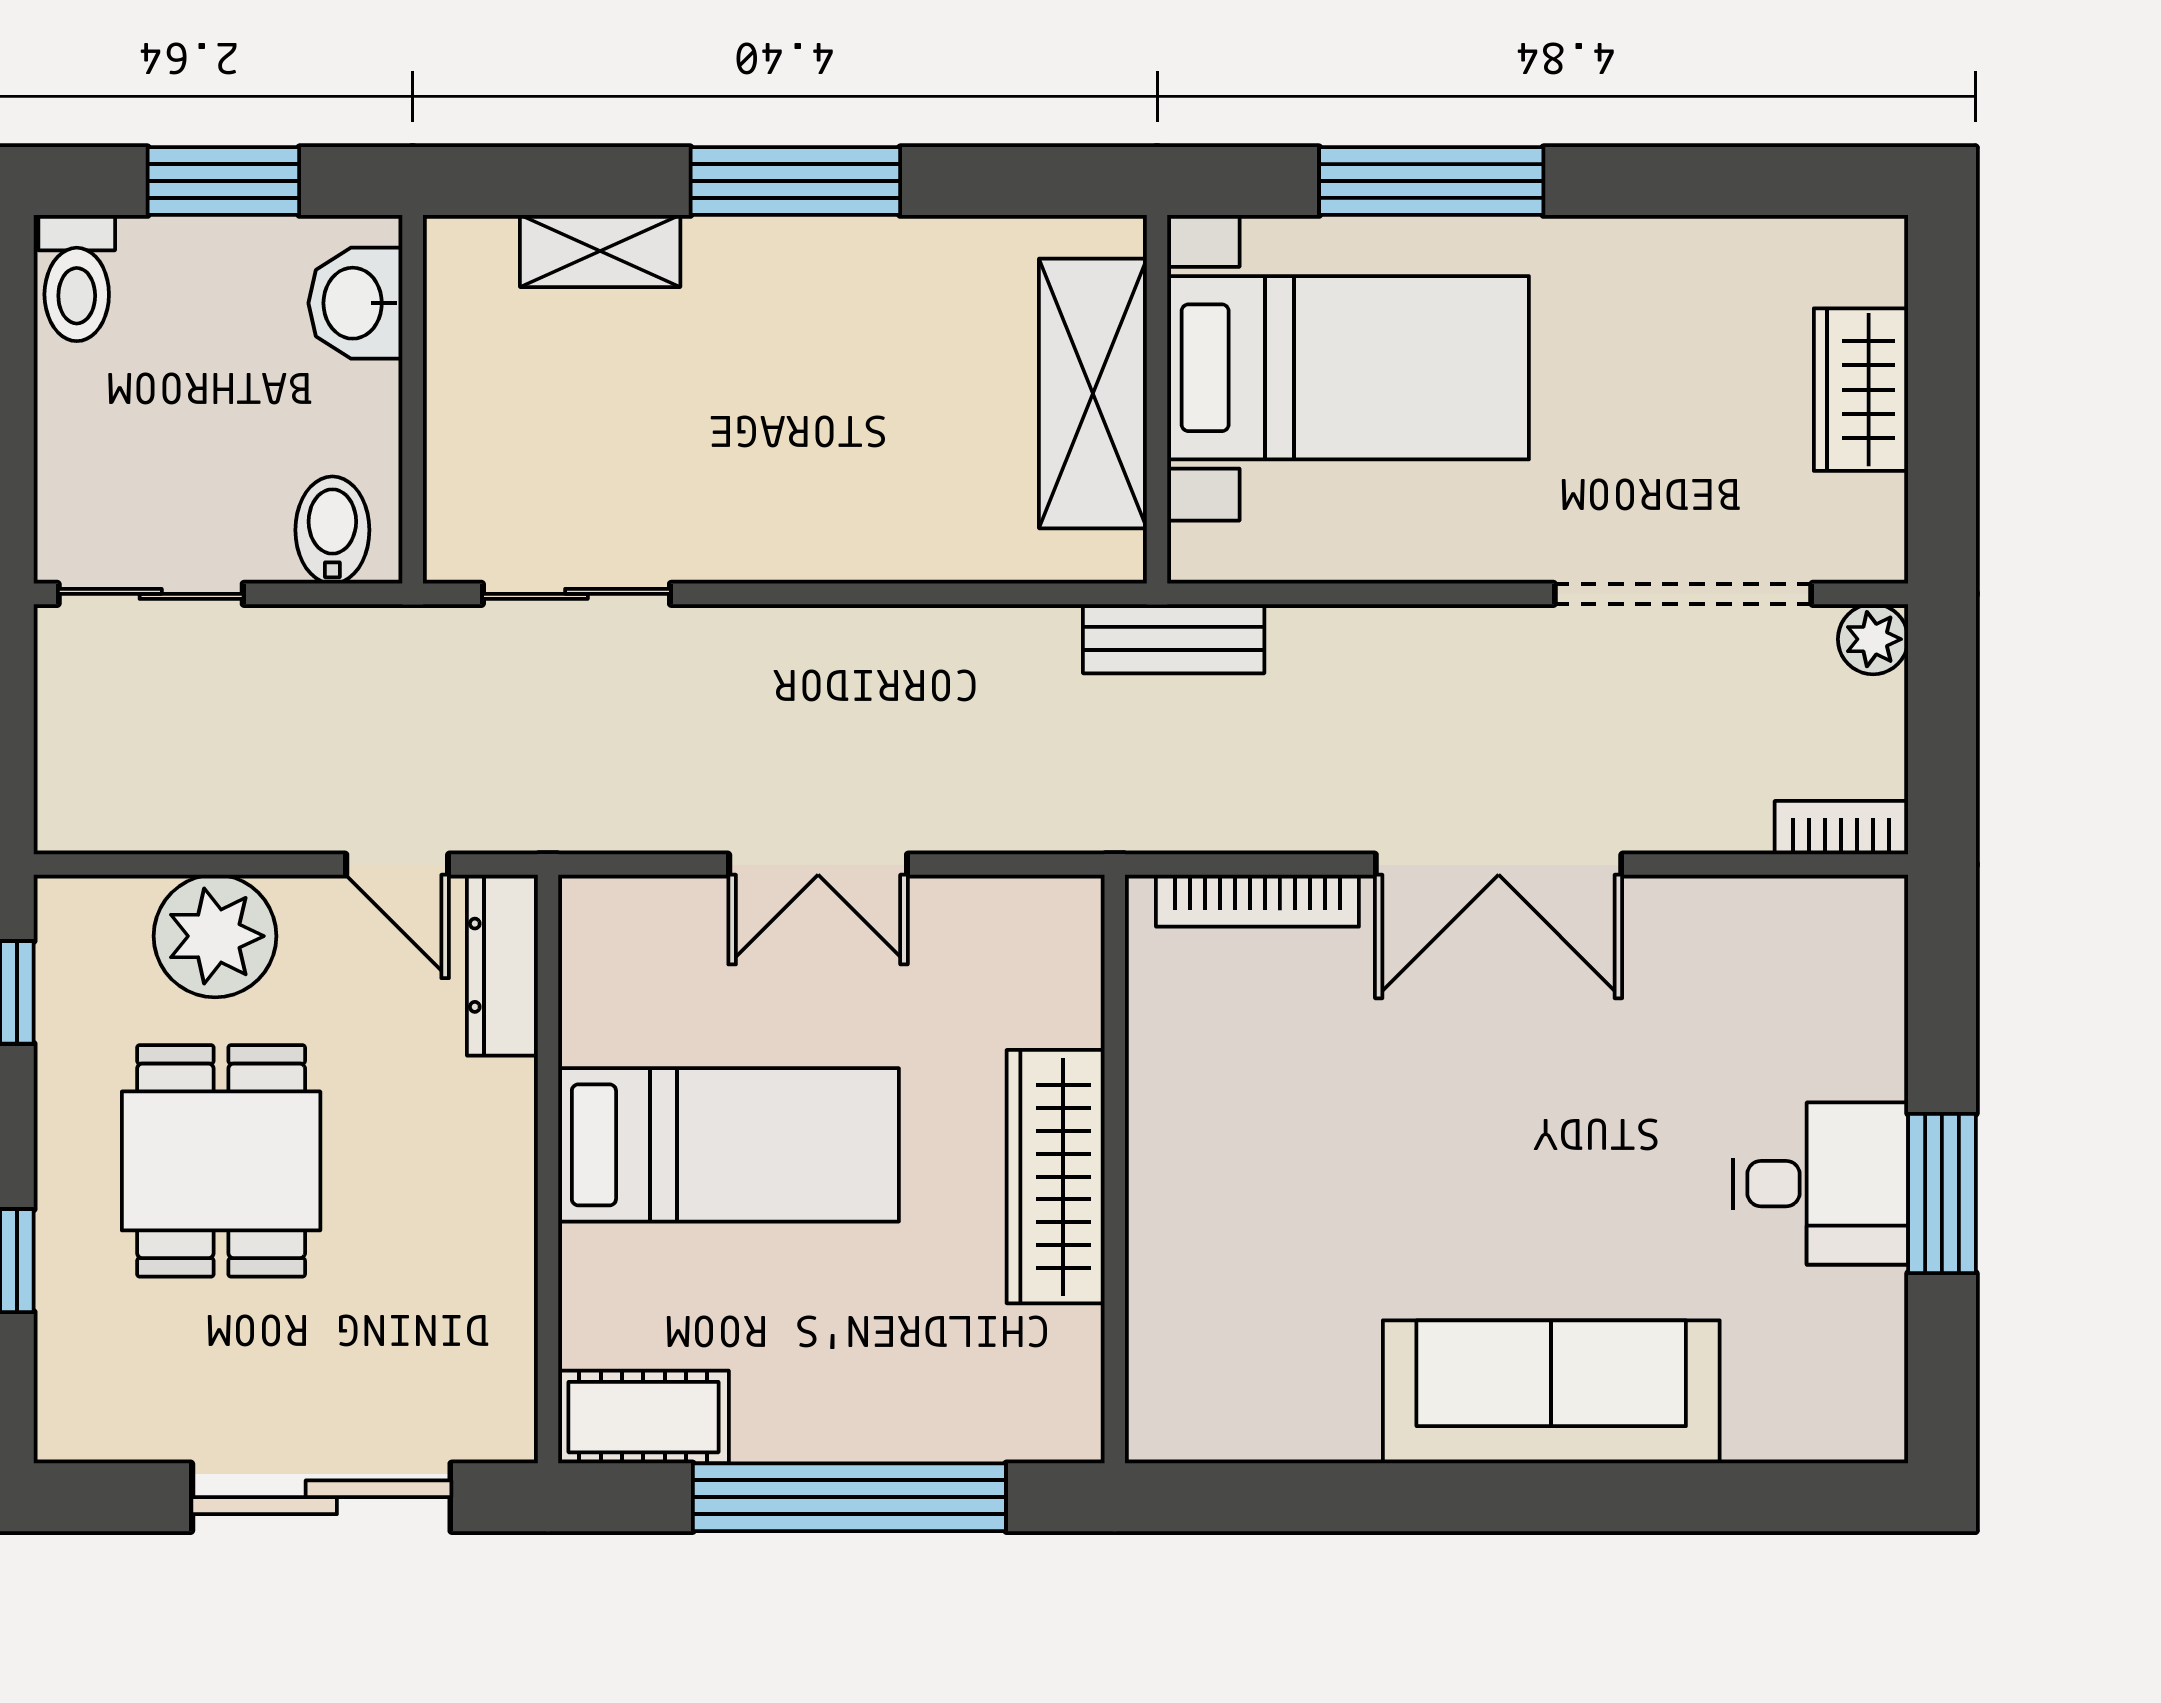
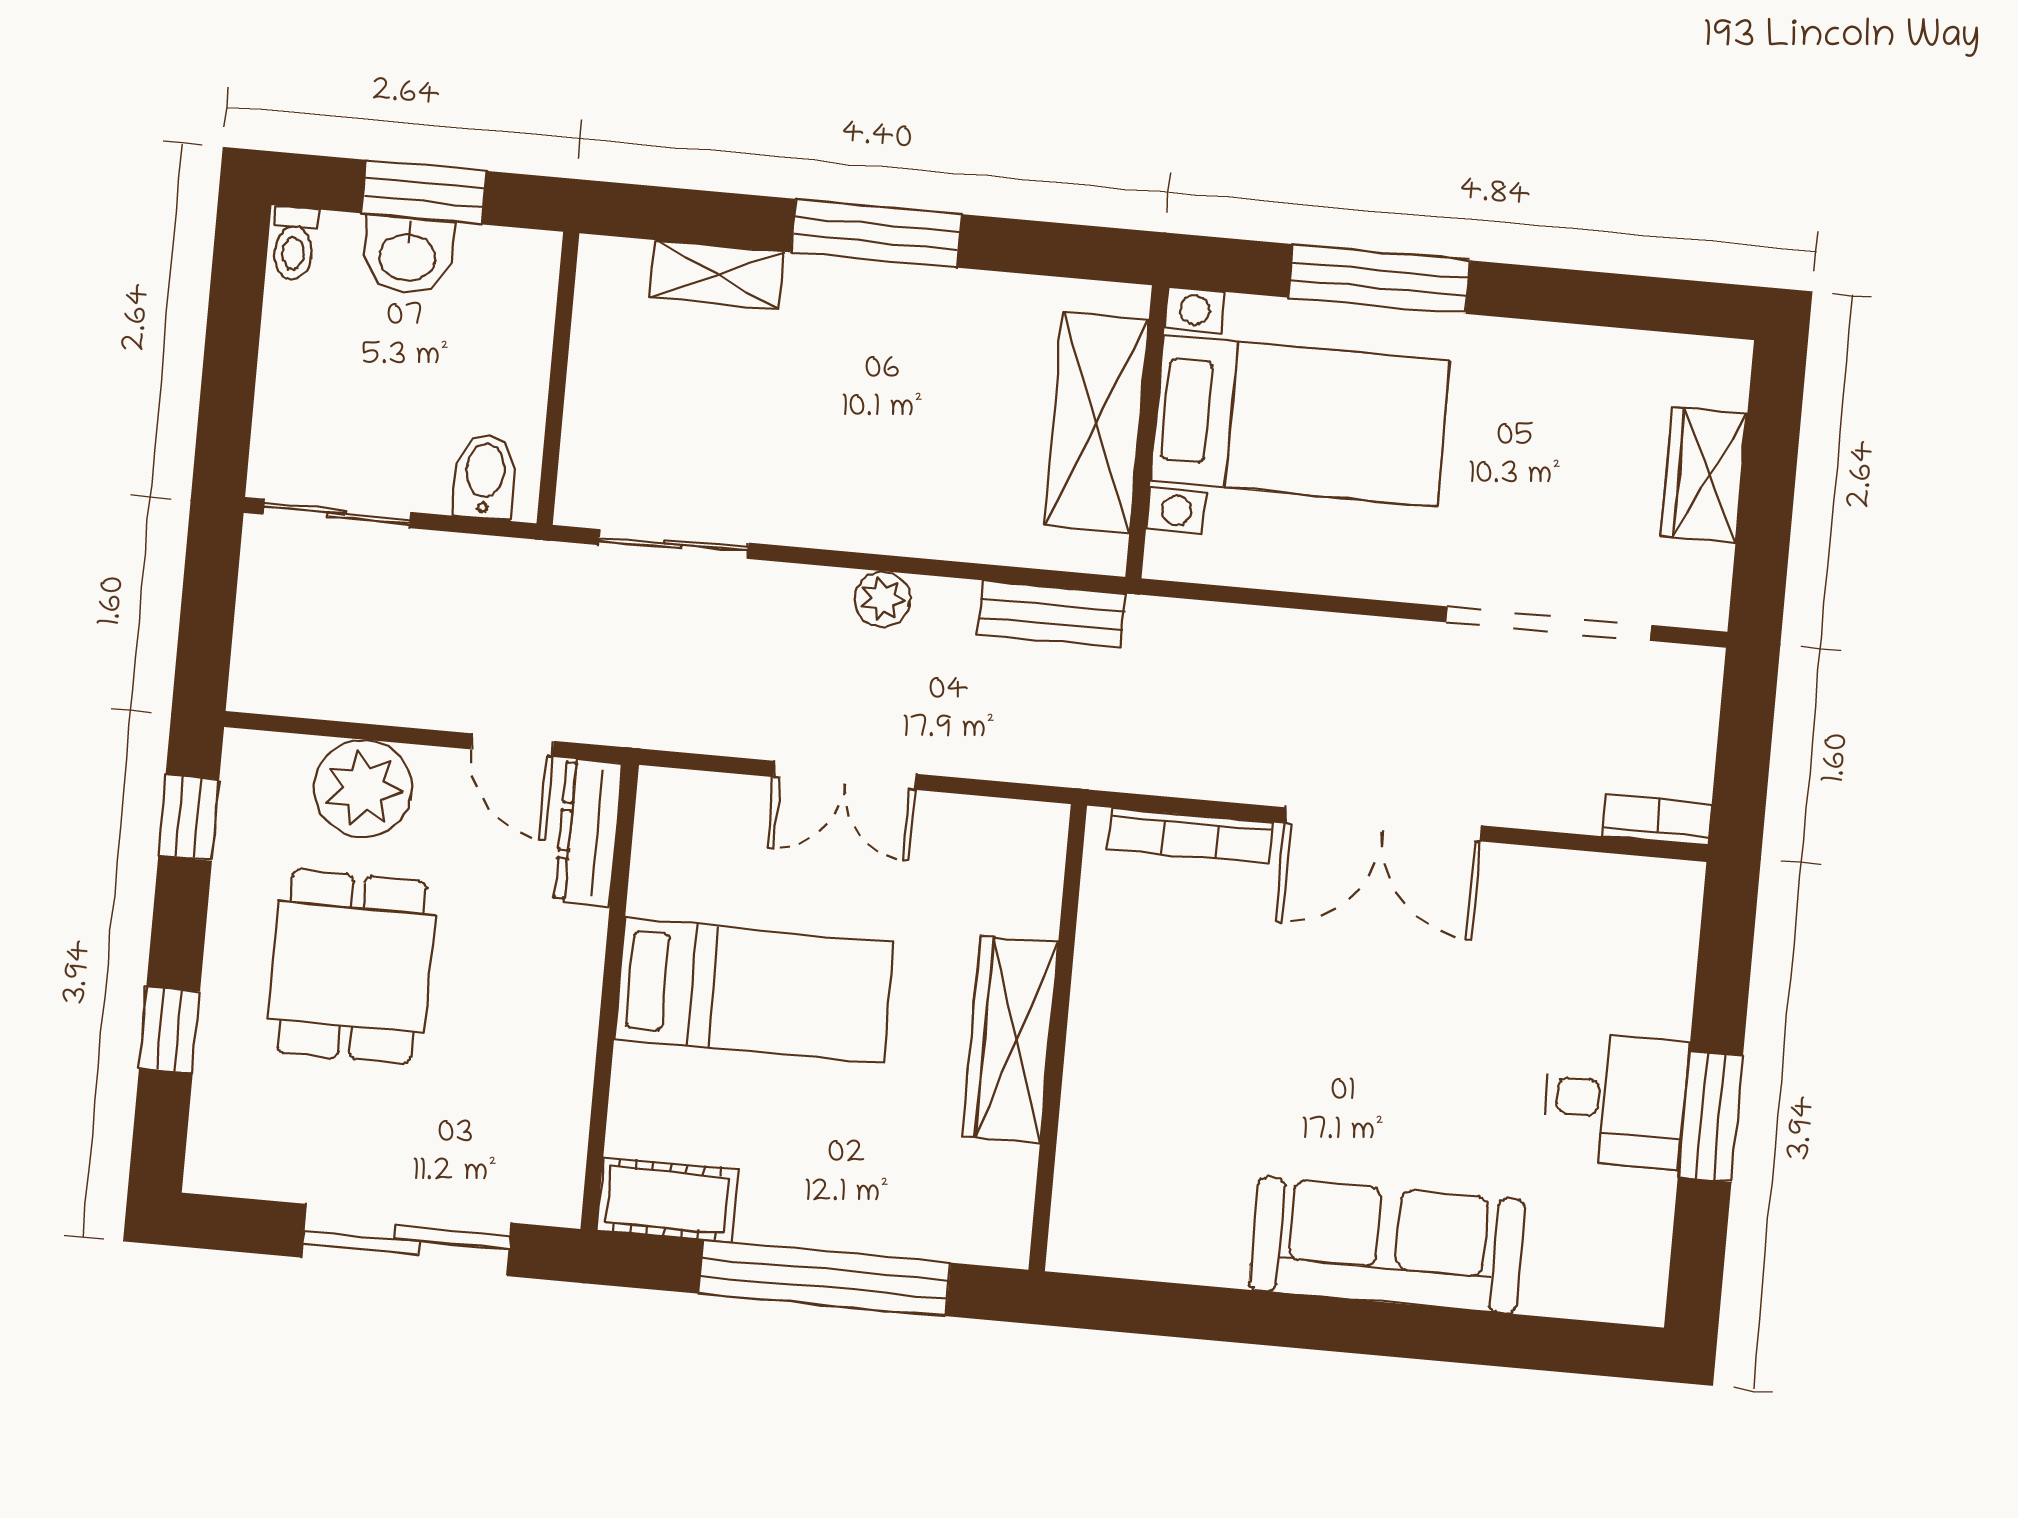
toilet: (77, 278) -> (294, 244), width x0.73, depth x0.72
washbasin: (355, 303) -> (408, 255), moved, turned -90
bench: (1174, 639) -> (1051, 614), moved
plant: (1873, 639) -> (882, 599), moved

